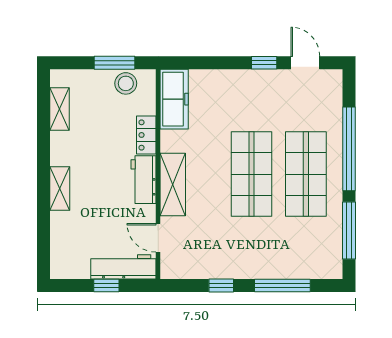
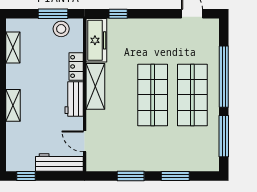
window: (264, 63) -> (118, 14), moved
shelving: (173, 185) -> (95, 86), moved
window: (106, 285) -> (26, 176), moved
window: (221, 285) -> (131, 176), width x1.50
window: (282, 285) -> (175, 176), width x0.69

